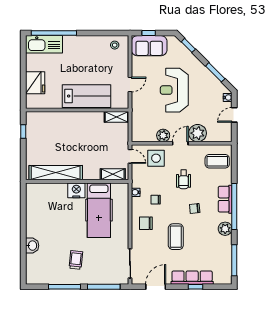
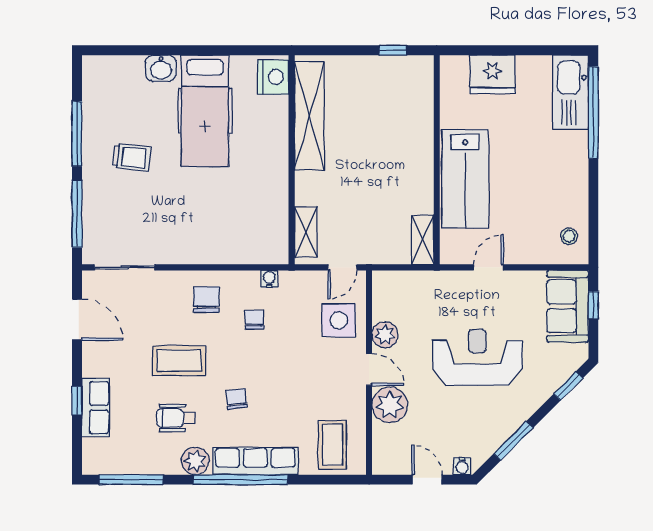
door: (130, 85) -> (489, 267), swing flipped
wheelchair: (184, 179) -> (176, 418), moved
nightstand: (76, 190) -> (273, 77), moved
row of seats: (225, 199) -> (255, 461), width x1.48
hospital bed: (99, 210) -> (205, 111), moved, turned -90
row of seats: (192, 278) -> (96, 408), width x0.68

